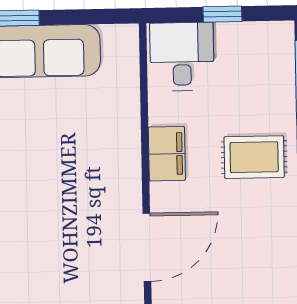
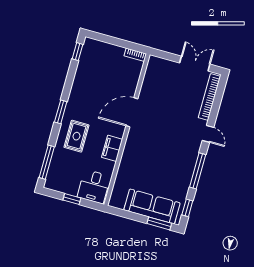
rug: (254, 157) -> (77, 136), turned 90

